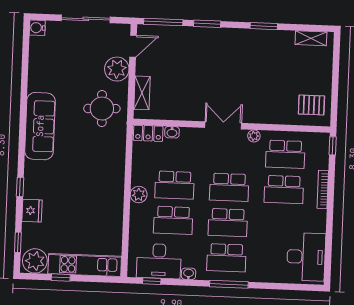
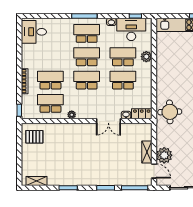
door: (133, 46) -> (154, 171), swing flipped
shelving: (142, 93) -> (147, 152), moved
round table: (102, 109) -> (170, 112), moved
double door: (223, 125) -> (108, 121), moved
plant: (139, 195) -> (146, 57), moved
desk: (306, 257) -> (34, 32), width x0.73

